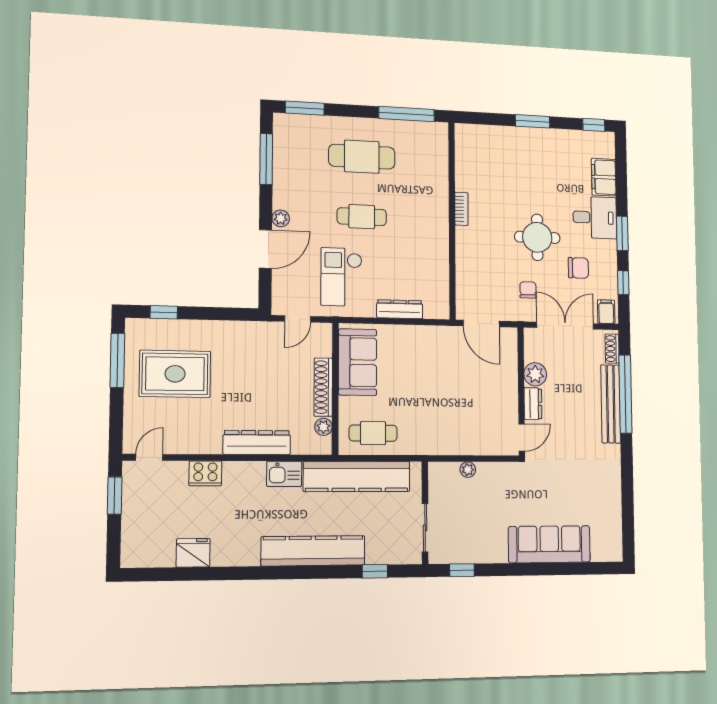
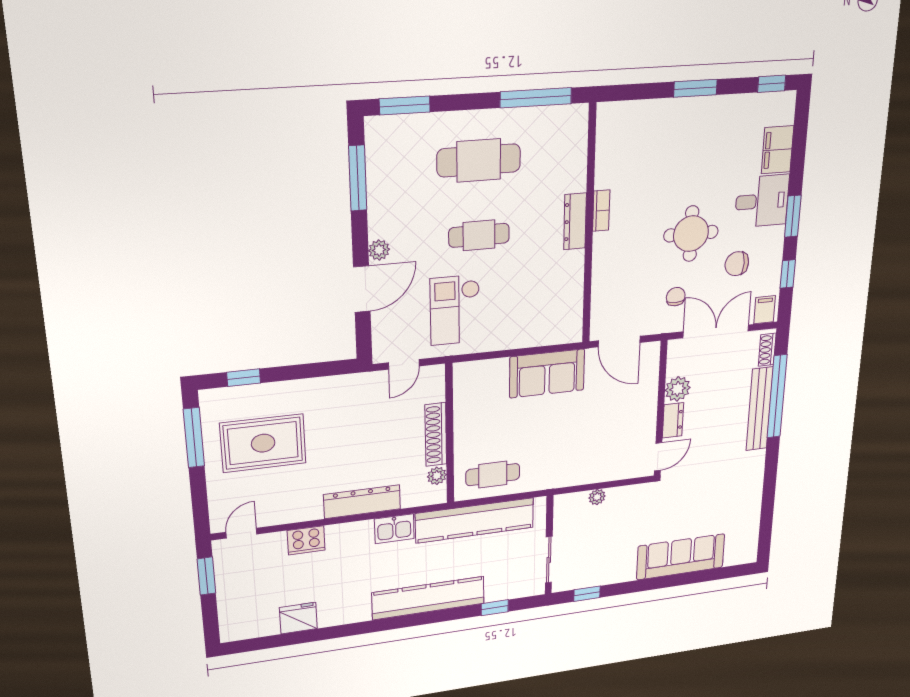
chair: (578, 268) -> (737, 264), turned 180
dresser: (400, 309) -> (575, 221), moved, turned -90
sofa: (358, 362) -> (547, 373), moved, turned 90

